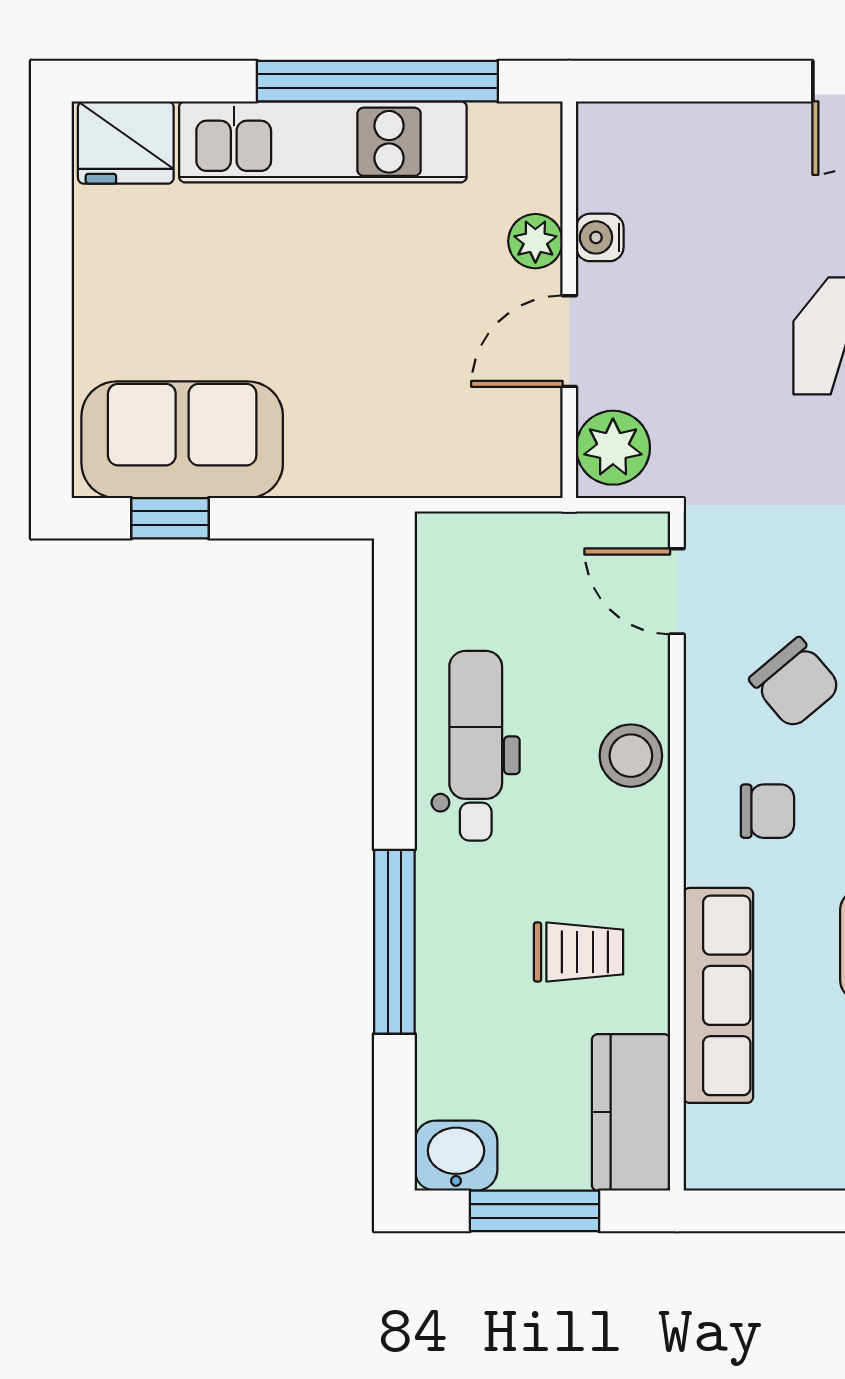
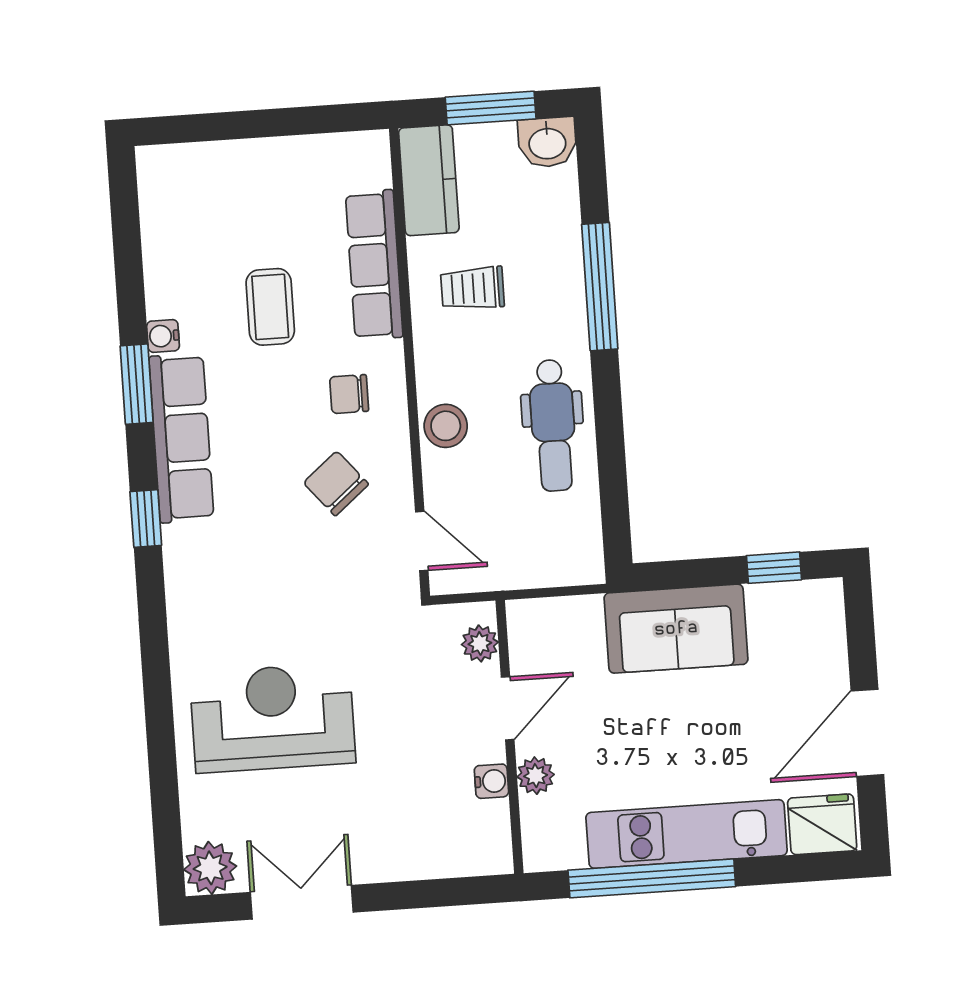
door: (51, 270) -> (867, 733), added
sofa: (182, 440) -> (676, 629), moved
plant: (613, 448) -> (480, 643), width x0.73, depth x0.73

